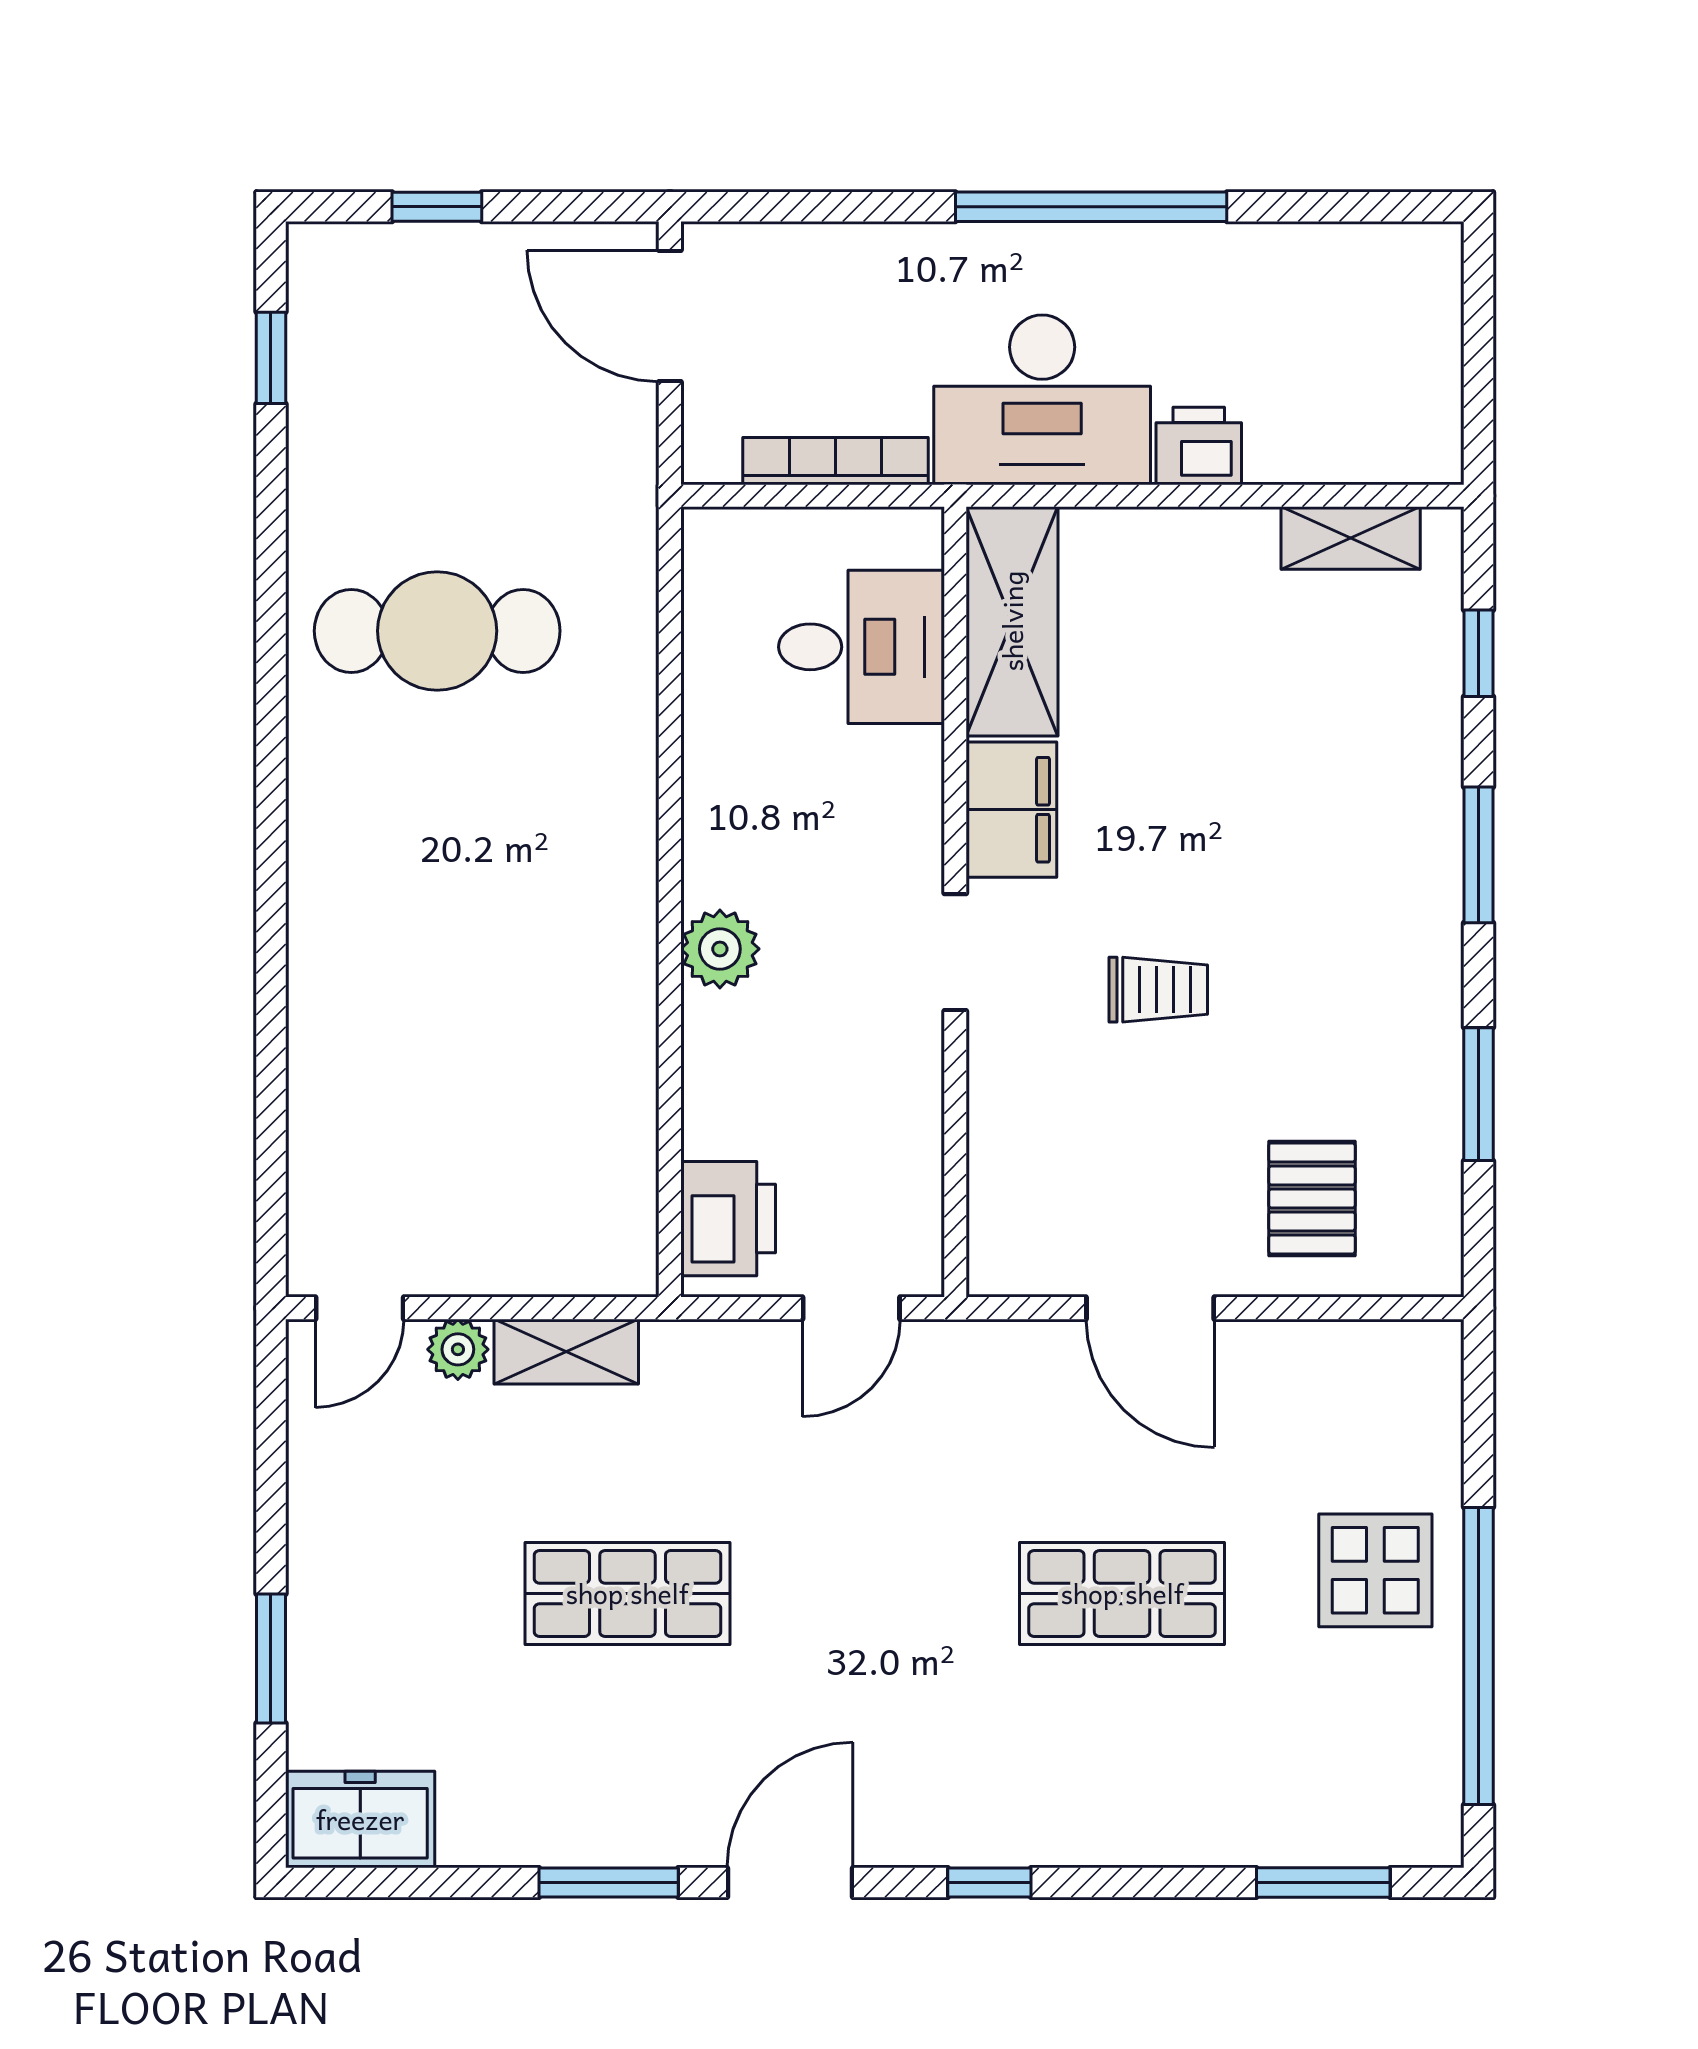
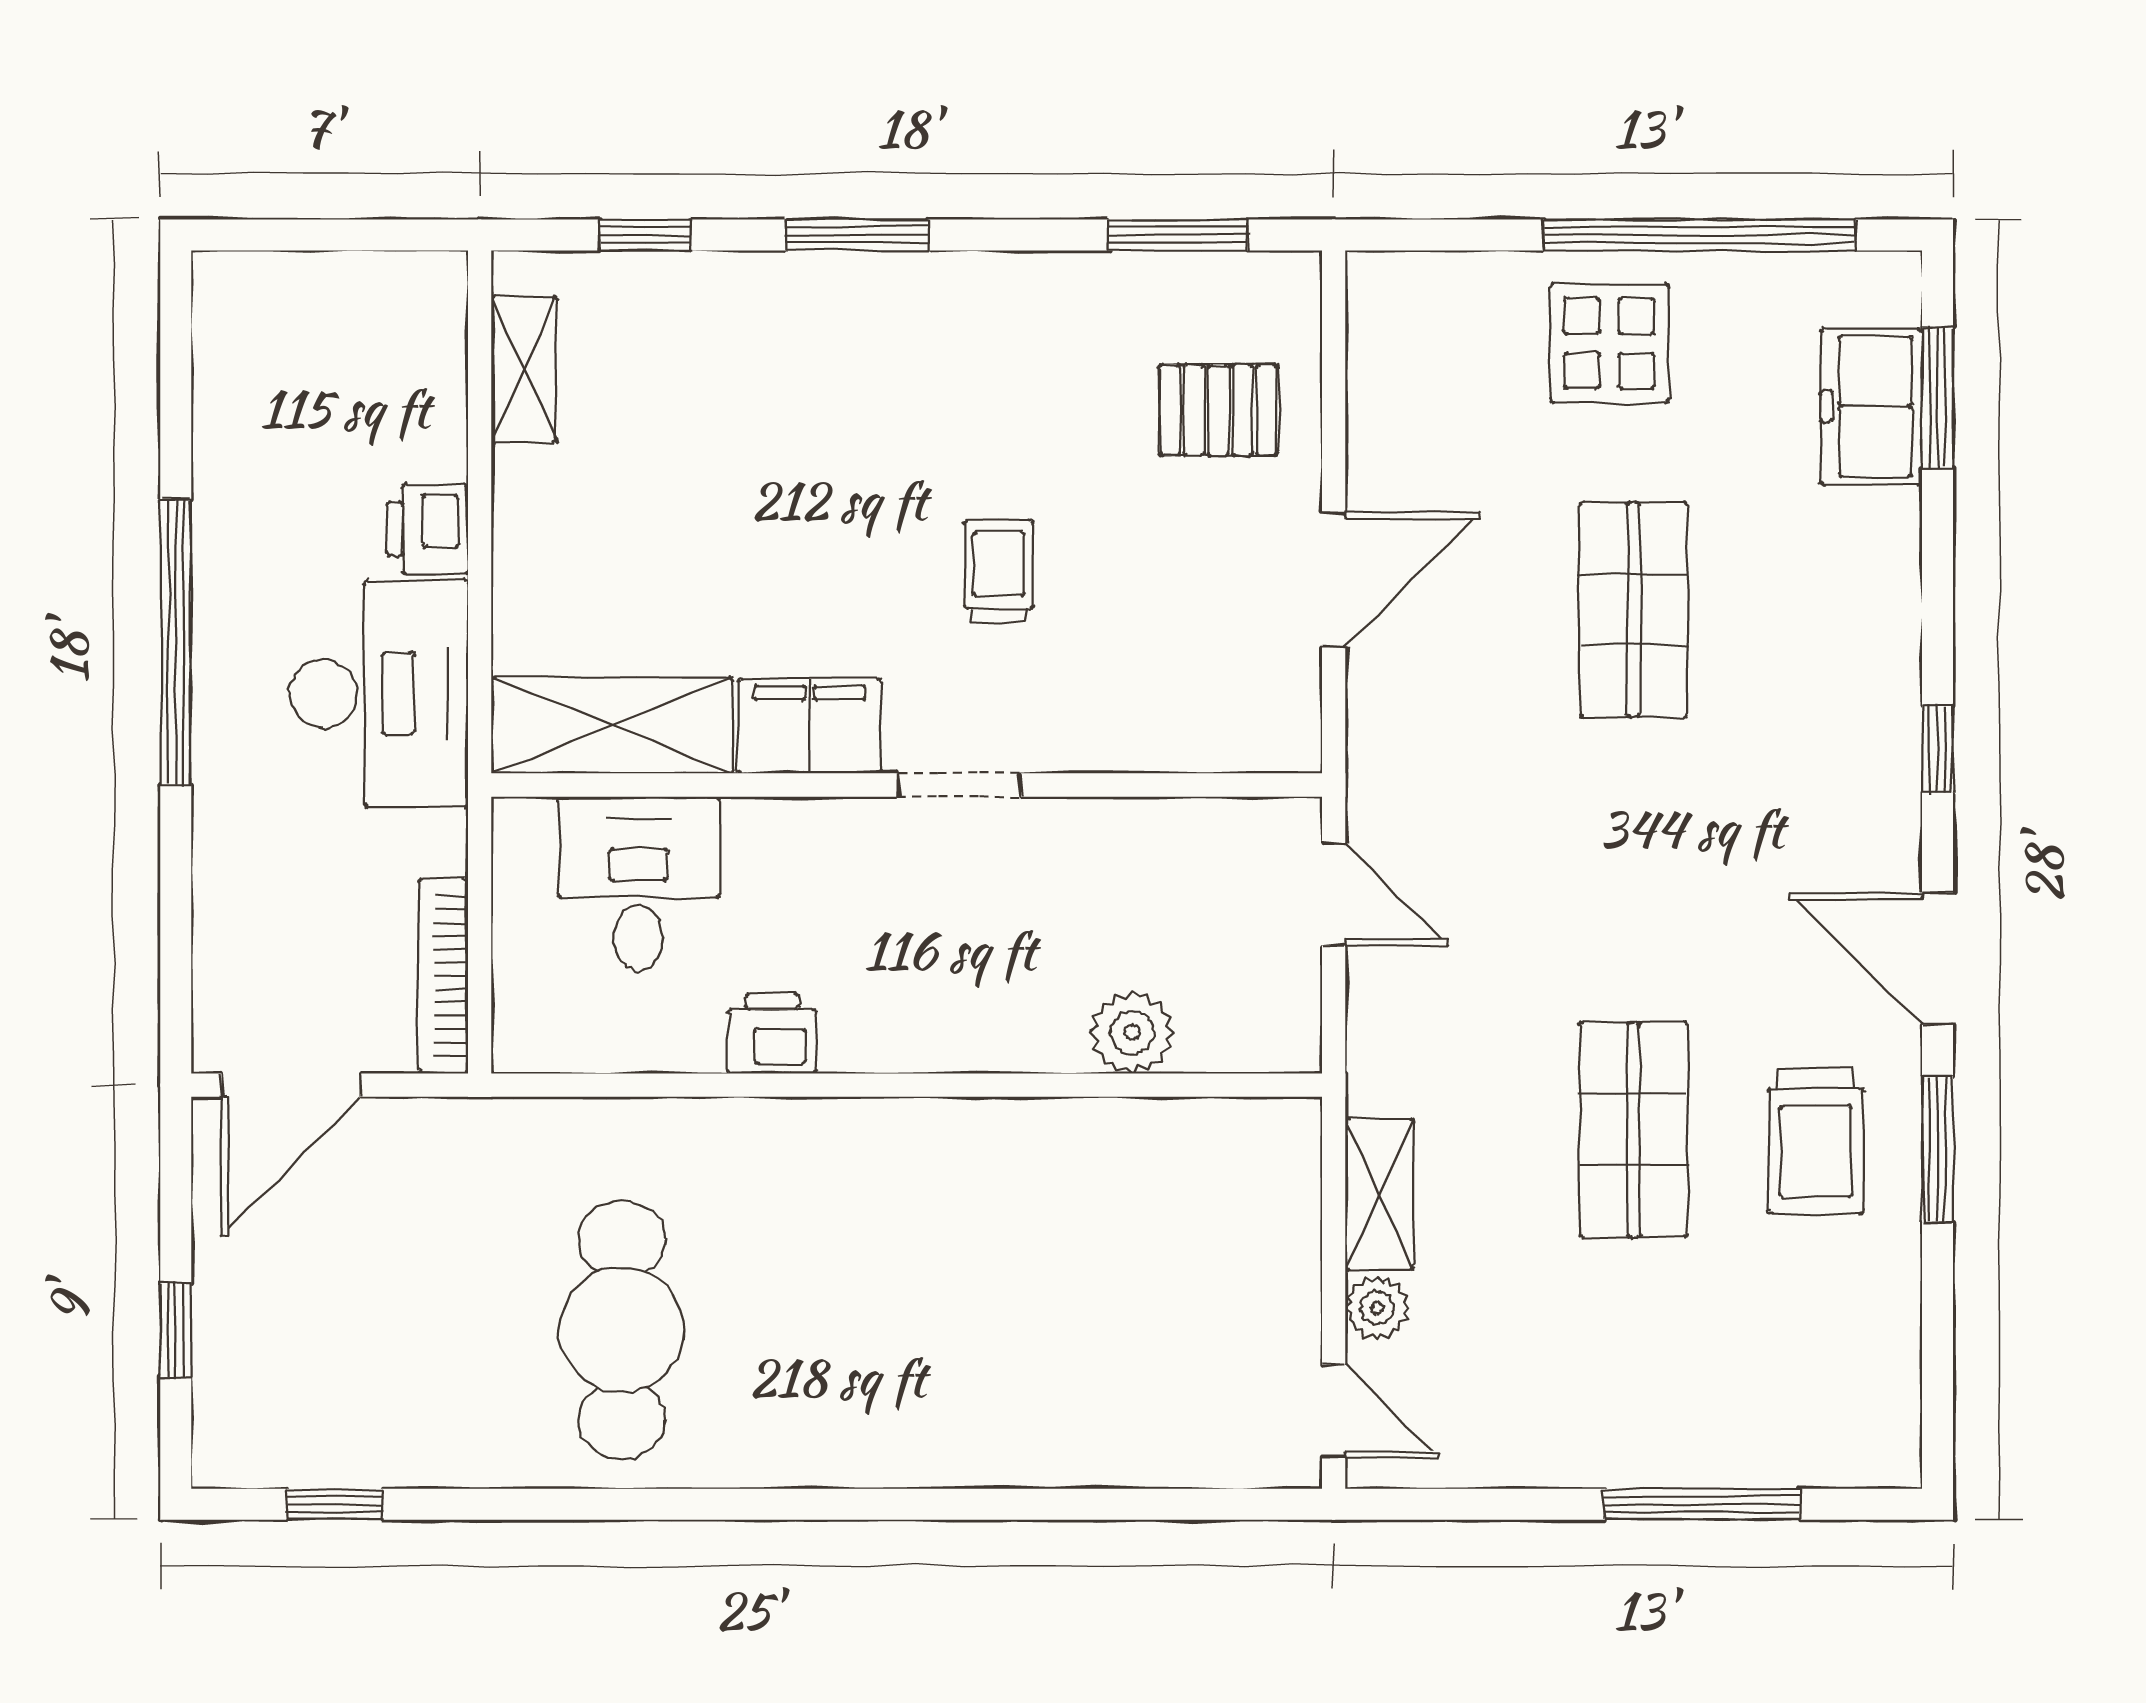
bookcase: (835, 461) -> (443, 976), moved
plant: (720, 949) -> (1132, 1032), moved
window: (1478, 1094) -> (1178, 235), moved
printer: (728, 1219) -> (772, 1033), moved, width x0.73, depth x0.81
window: (271, 1658) -> (1702, 1504), width x1.44
trolley: (617, 1767) -> (1816, 1141), added
freezer: (360, 1819) -> (1871, 407), moved

